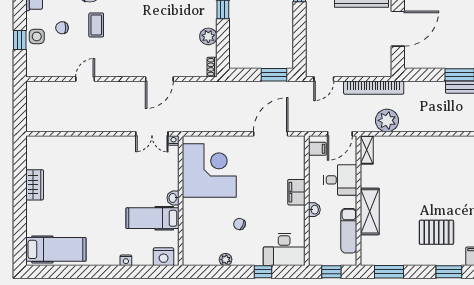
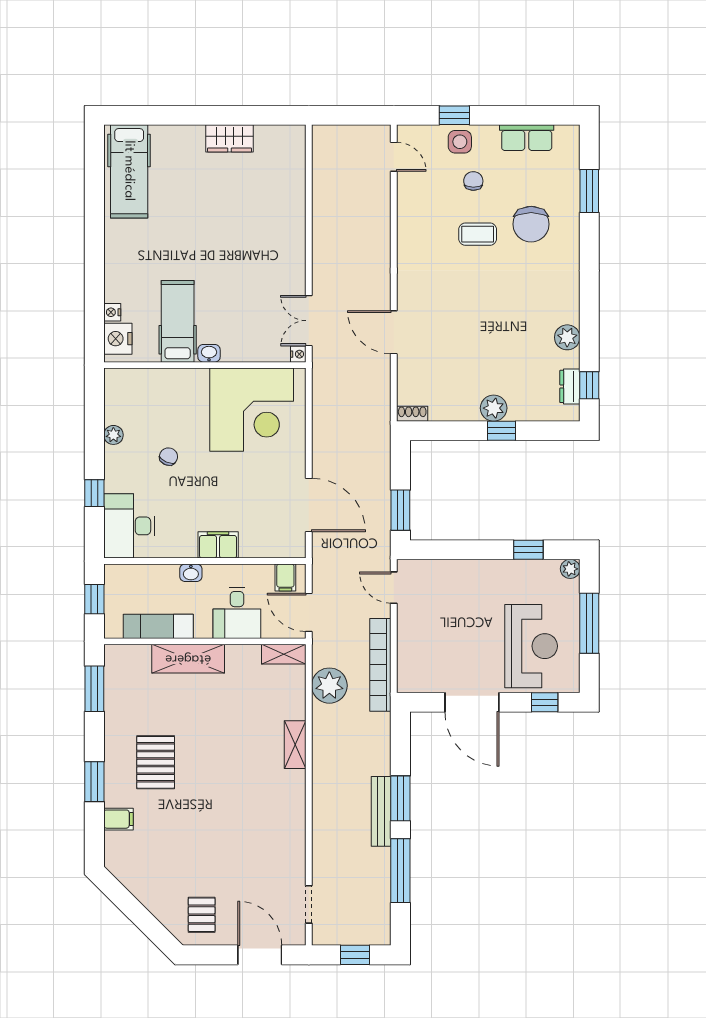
plant: (208, 36) -> (494, 408), moved
door: (85, 79) -> (394, 157), moved
shelving: (425, 143) -> (295, 745), added
nightstand: (126, 260) -> (112, 312), moved

